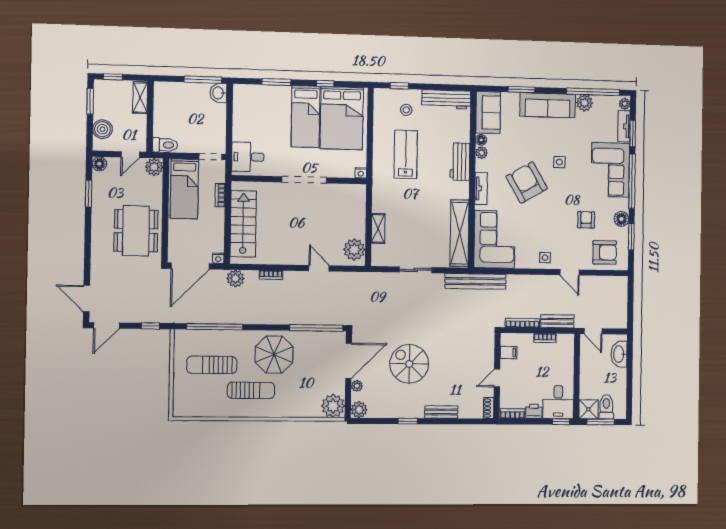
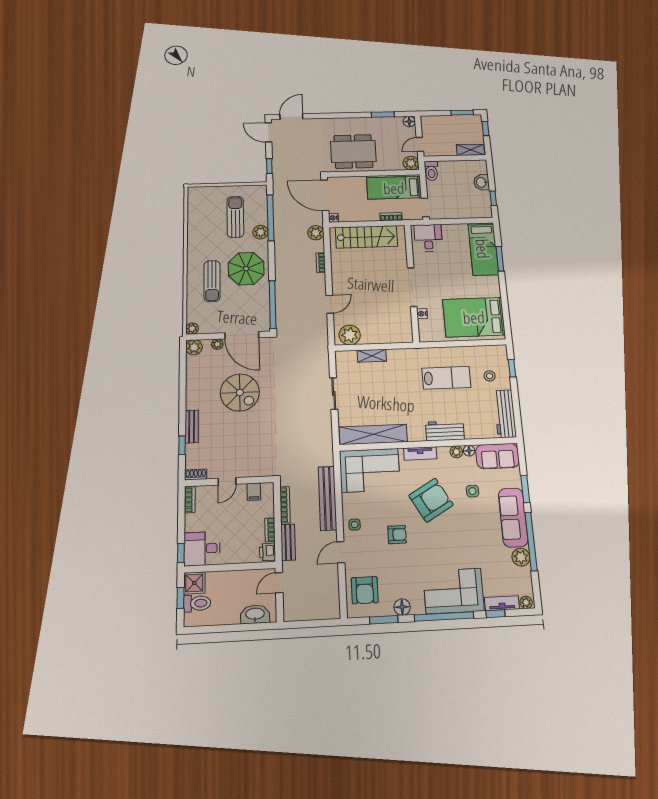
window: (203, 80) -> (493, 198), width x0.46
window: (325, 83) -> (505, 301), removed
window: (593, 92) -> (531, 542), moved
washbasin: (218, 93) -> (481, 182), moved, turned -90
bed: (306, 117) -> (483, 249), moved, turned -90
boiler: (102, 129) -> (439, 123), removed
window: (633, 133) -> (495, 614), width x0.67
door: (130, 155) -> (420, 144), hinge flipped
side table: (559, 162) -> (472, 491), moved
nightstand: (361, 173) -> (422, 314), moved
armchair: (586, 220) -> (397, 535), moved
bench: (475, 281) -> (327, 498), moved
plant: (232, 338) -> (261, 232), added
spiral stairs: (409, 364) -> (240, 392), turned 90
door: (497, 378) -> (227, 481), swing flipped
sun lounger: (251, 390) -> (212, 281), moved
plant: (333, 406) -> (192, 329), width x0.53, depth x0.53
printer: (534, 411) -> (267, 552), moved, turned 180
window: (408, 421) -> (182, 445), moved
window: (601, 422) -> (180, 598), width x0.67

